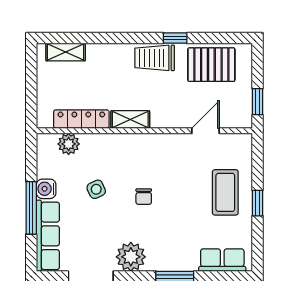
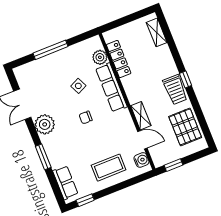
window: (175, 38) -> (186, 79), moved
trolley: (155, 58) -> (175, 90), turned 180
shelving: (130, 119) -> (141, 116), moved
water cooler: (46, 189) -> (141, 160), moved, turned 90
window: (257, 203) -> (85, 200), moved
row of seats: (48, 236) -> (111, 88), moved, turned 90

